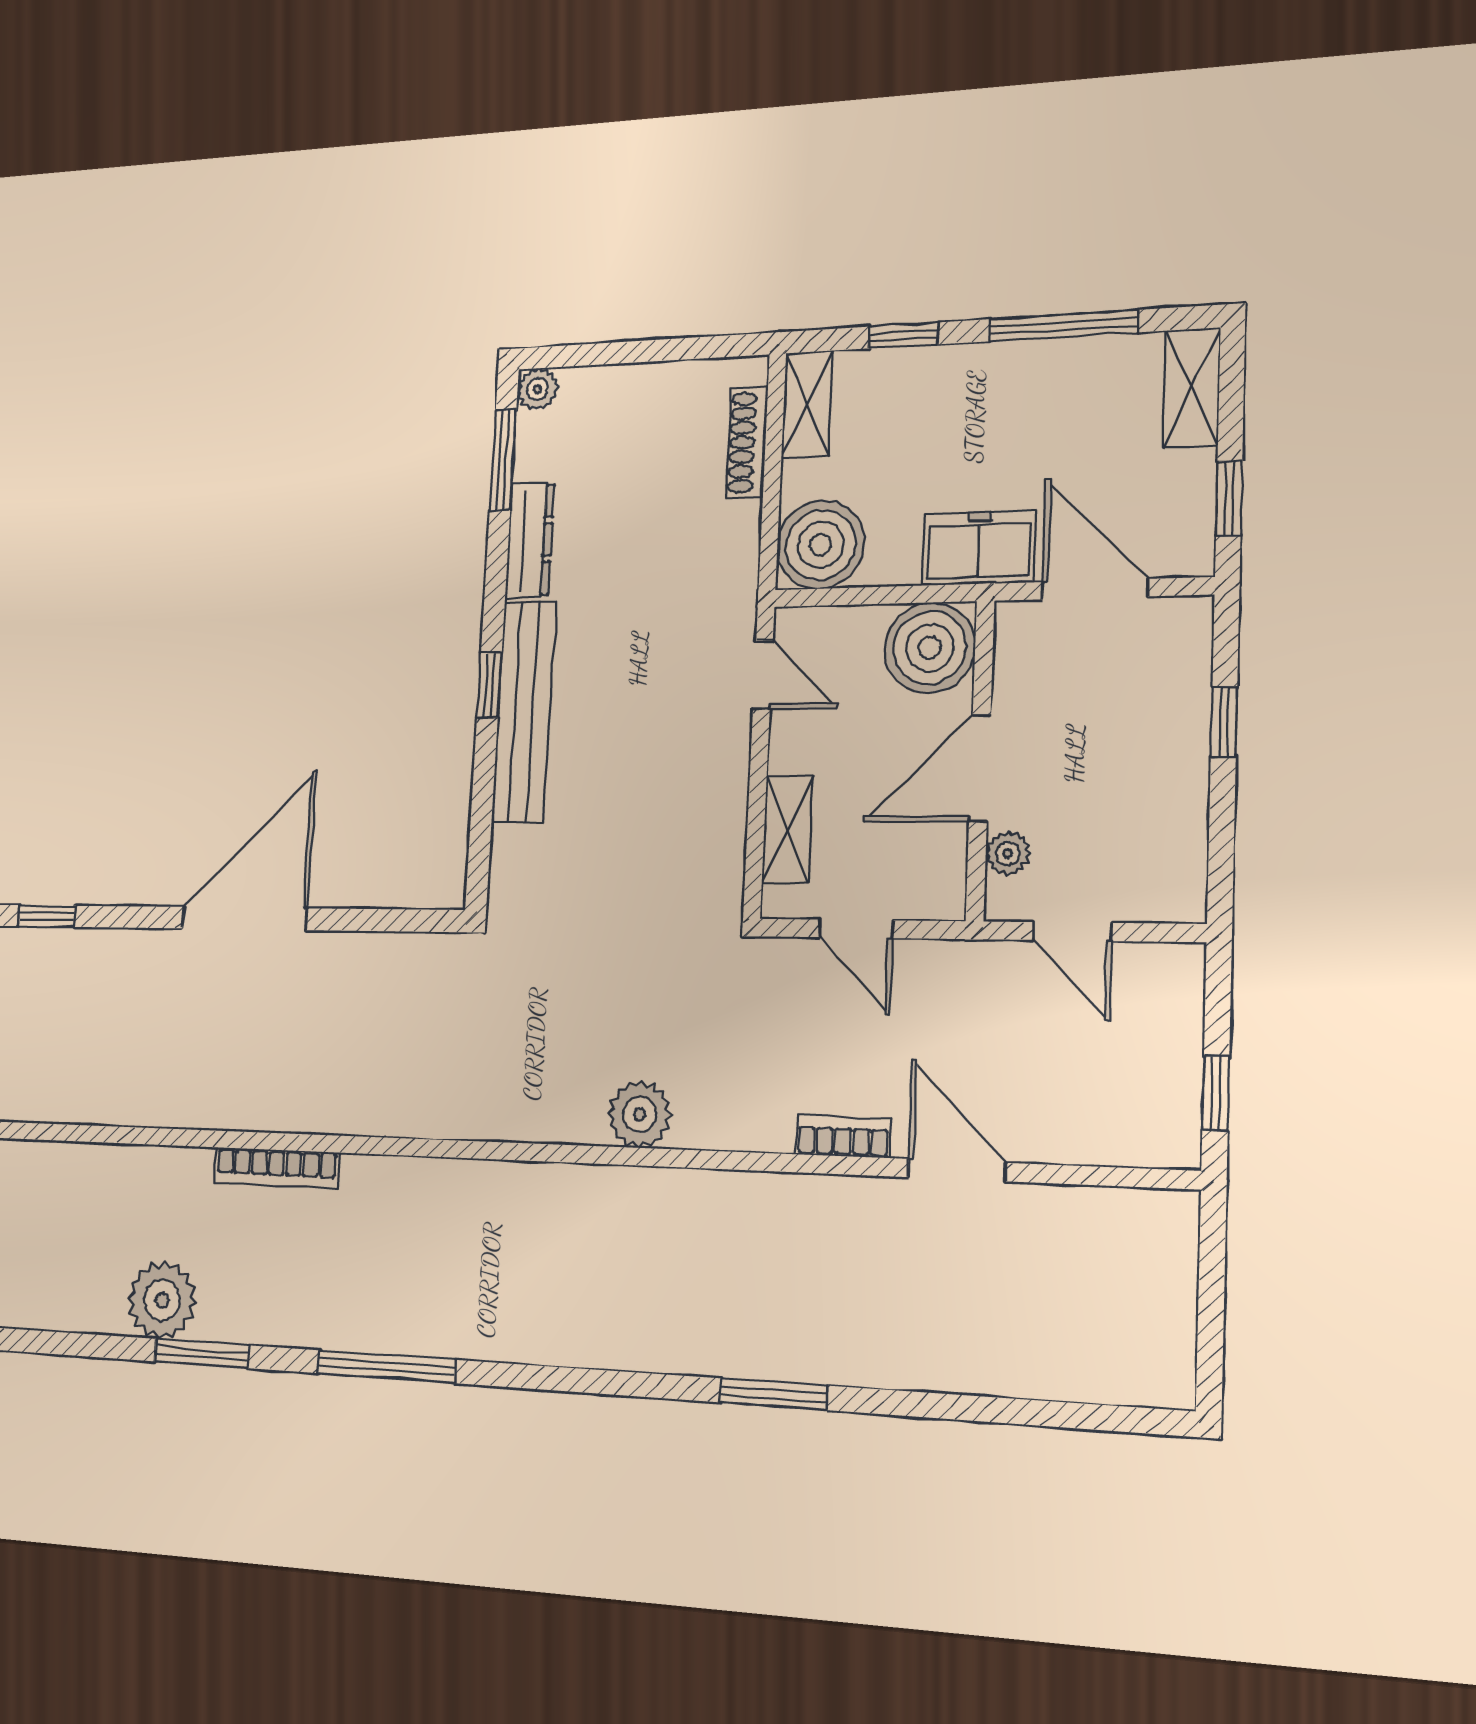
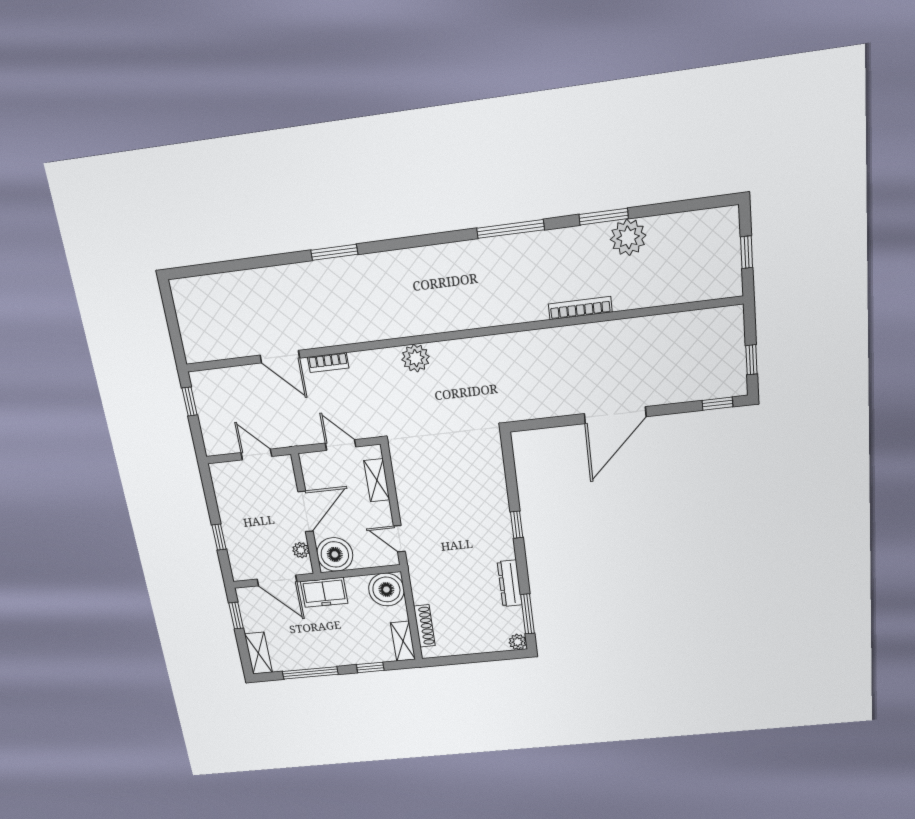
bench: (524, 711) -> (499, 515), removed
plant: (1008, 853) -> (301, 550), moved

